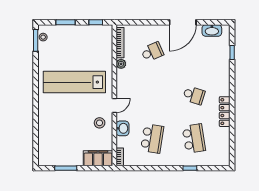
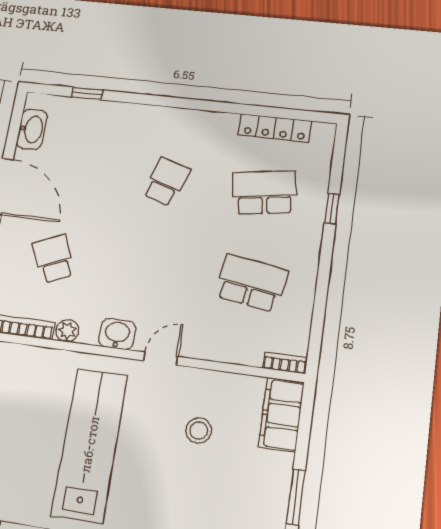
lab bench: (74, 82) -> (90, 444), turned 180
door: (114, 105) -> (161, 359), hinge flipped
locker: (225, 112) -> (275, 128), moved
stool: (100, 123) -> (199, 430), moved
washbasin: (122, 128) -> (117, 334), moved

